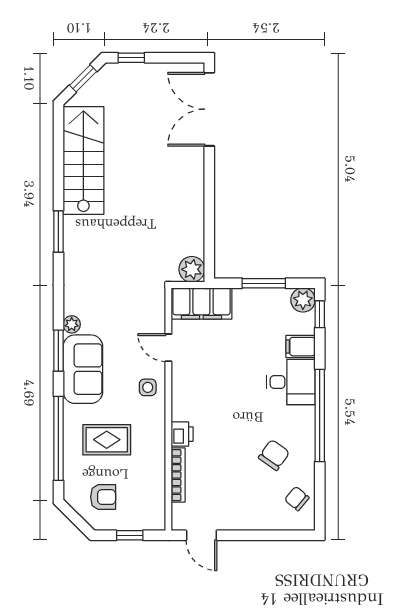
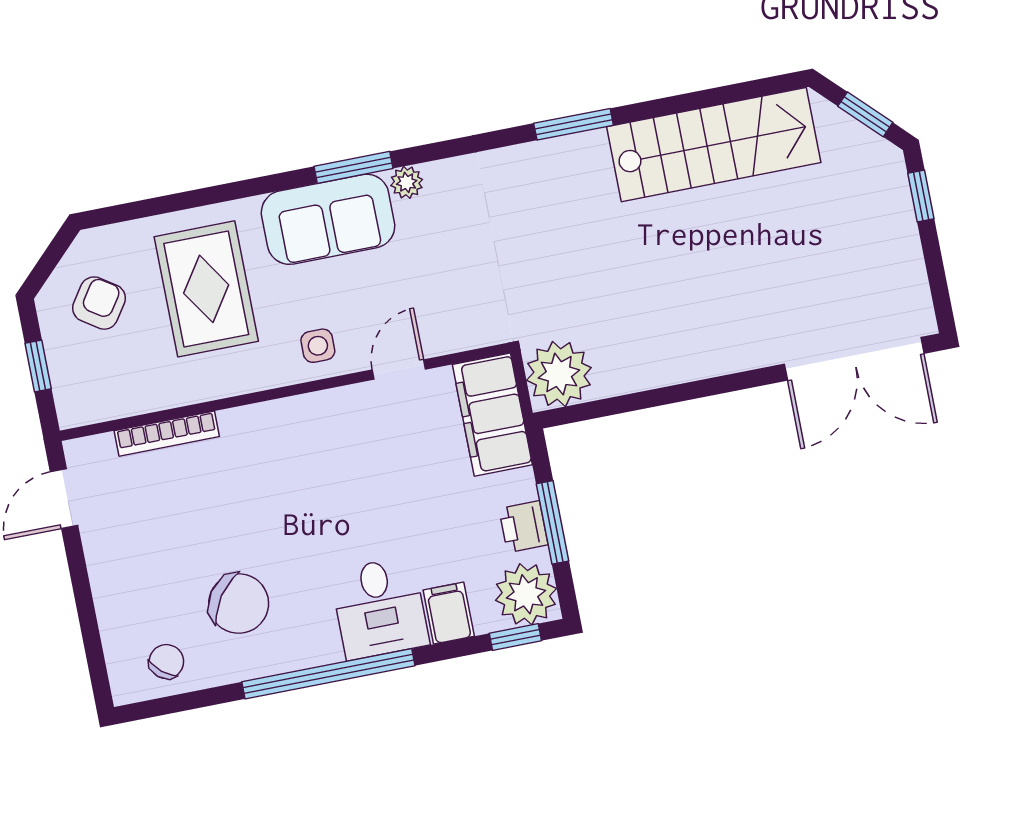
double door: (209, 109) -> (854, 359), swing flipped
plant: (192, 269) -> (559, 374), width x1.36, depth x1.36
plant: (303, 300) -> (526, 594), width x1.36, depth x1.36
printer: (182, 434) -> (523, 527), moved, turned 90
window: (58, 438) -> (191, 199), removed
rug: (107, 440) -> (206, 289), width x1.36, depth x1.43
chair: (274, 455) -> (239, 603), width x1.37, depth x1.37
armchair: (103, 497) -> (99, 303), turned -146

